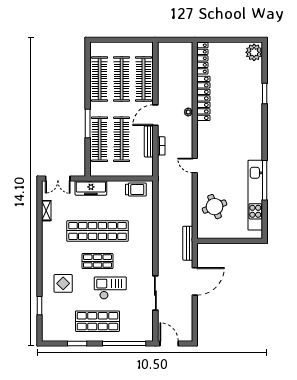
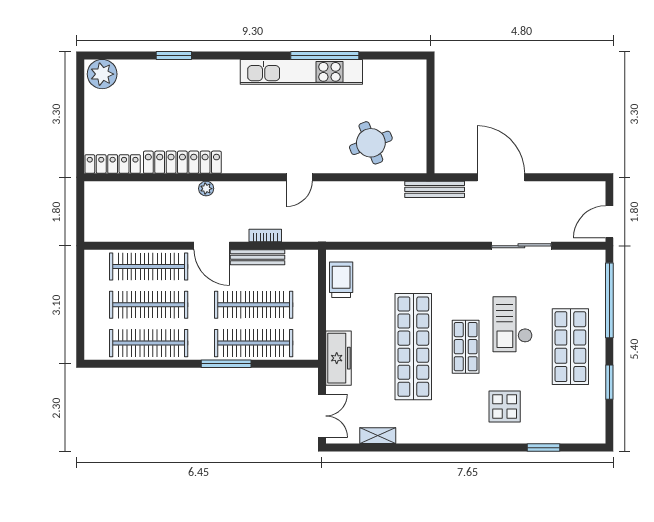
kitchen unit: (255, 195) -> (301, 72), moved

